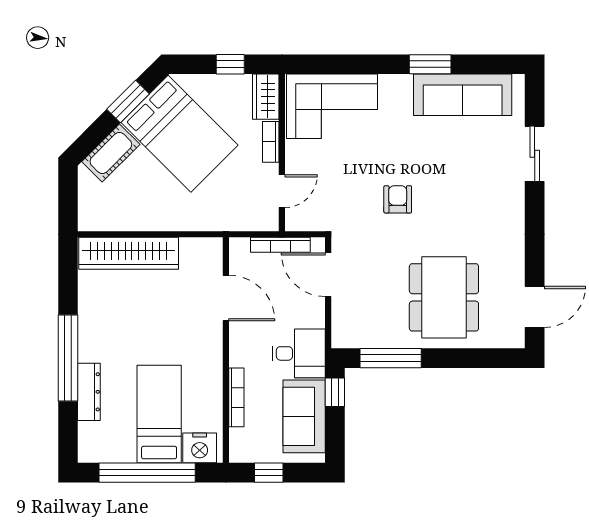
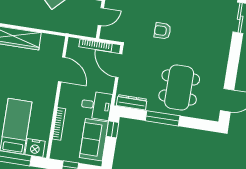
armchair: (398, 199) -> (163, 31), turned -90
dresser: (362, 338) -> (132, 102), added
window: (391, 358) -> (163, 118), moved

